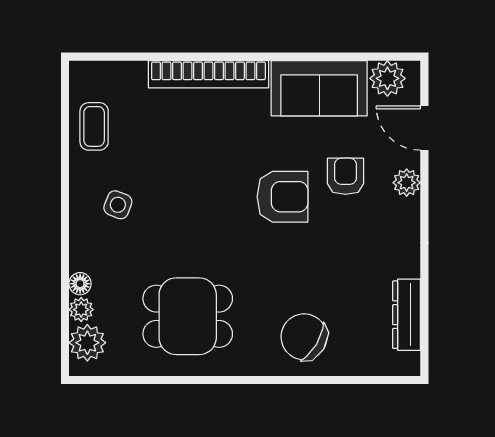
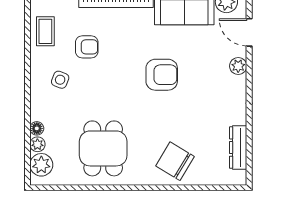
armchair: (346, 176) -> (87, 47), moved, turned 90
dining table: (188, 316) -> (103, 148), turned 90

